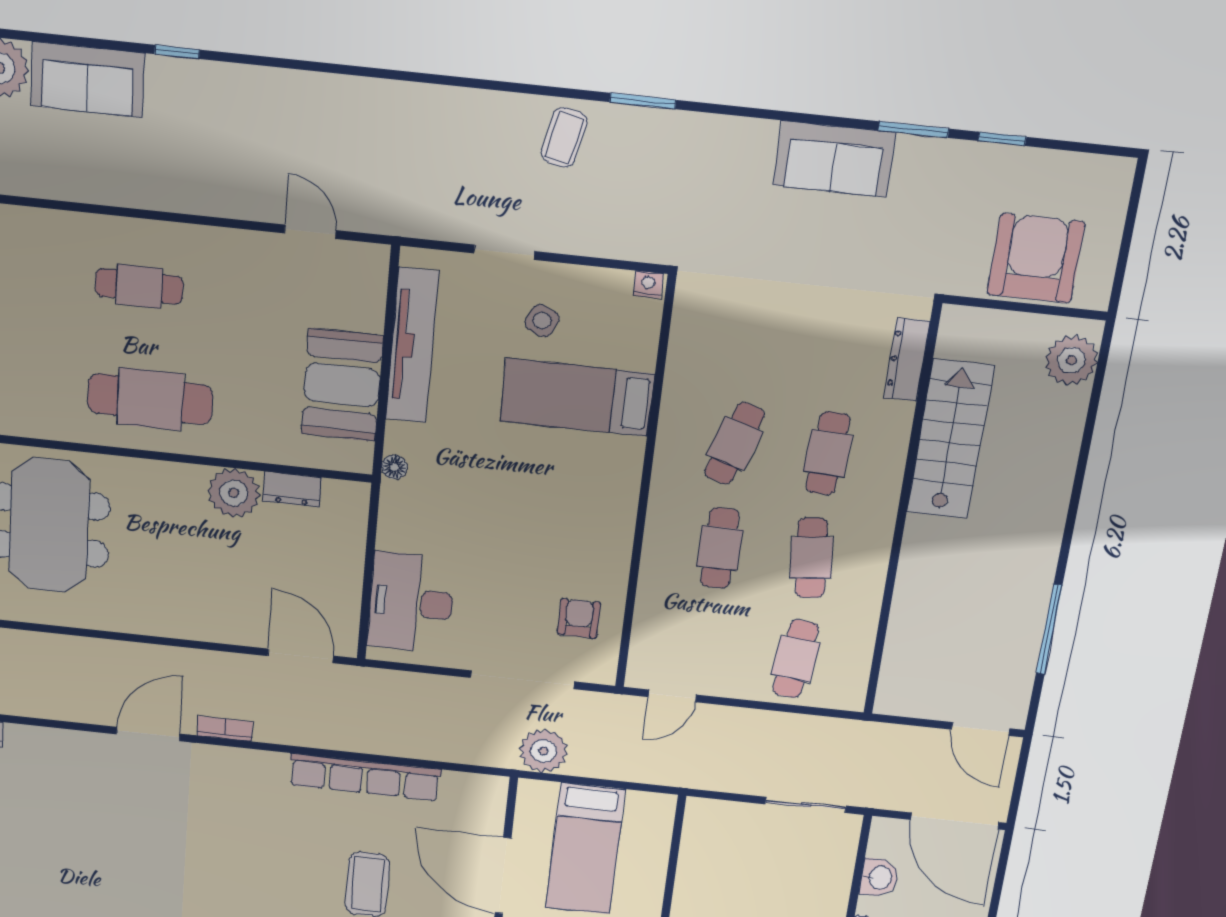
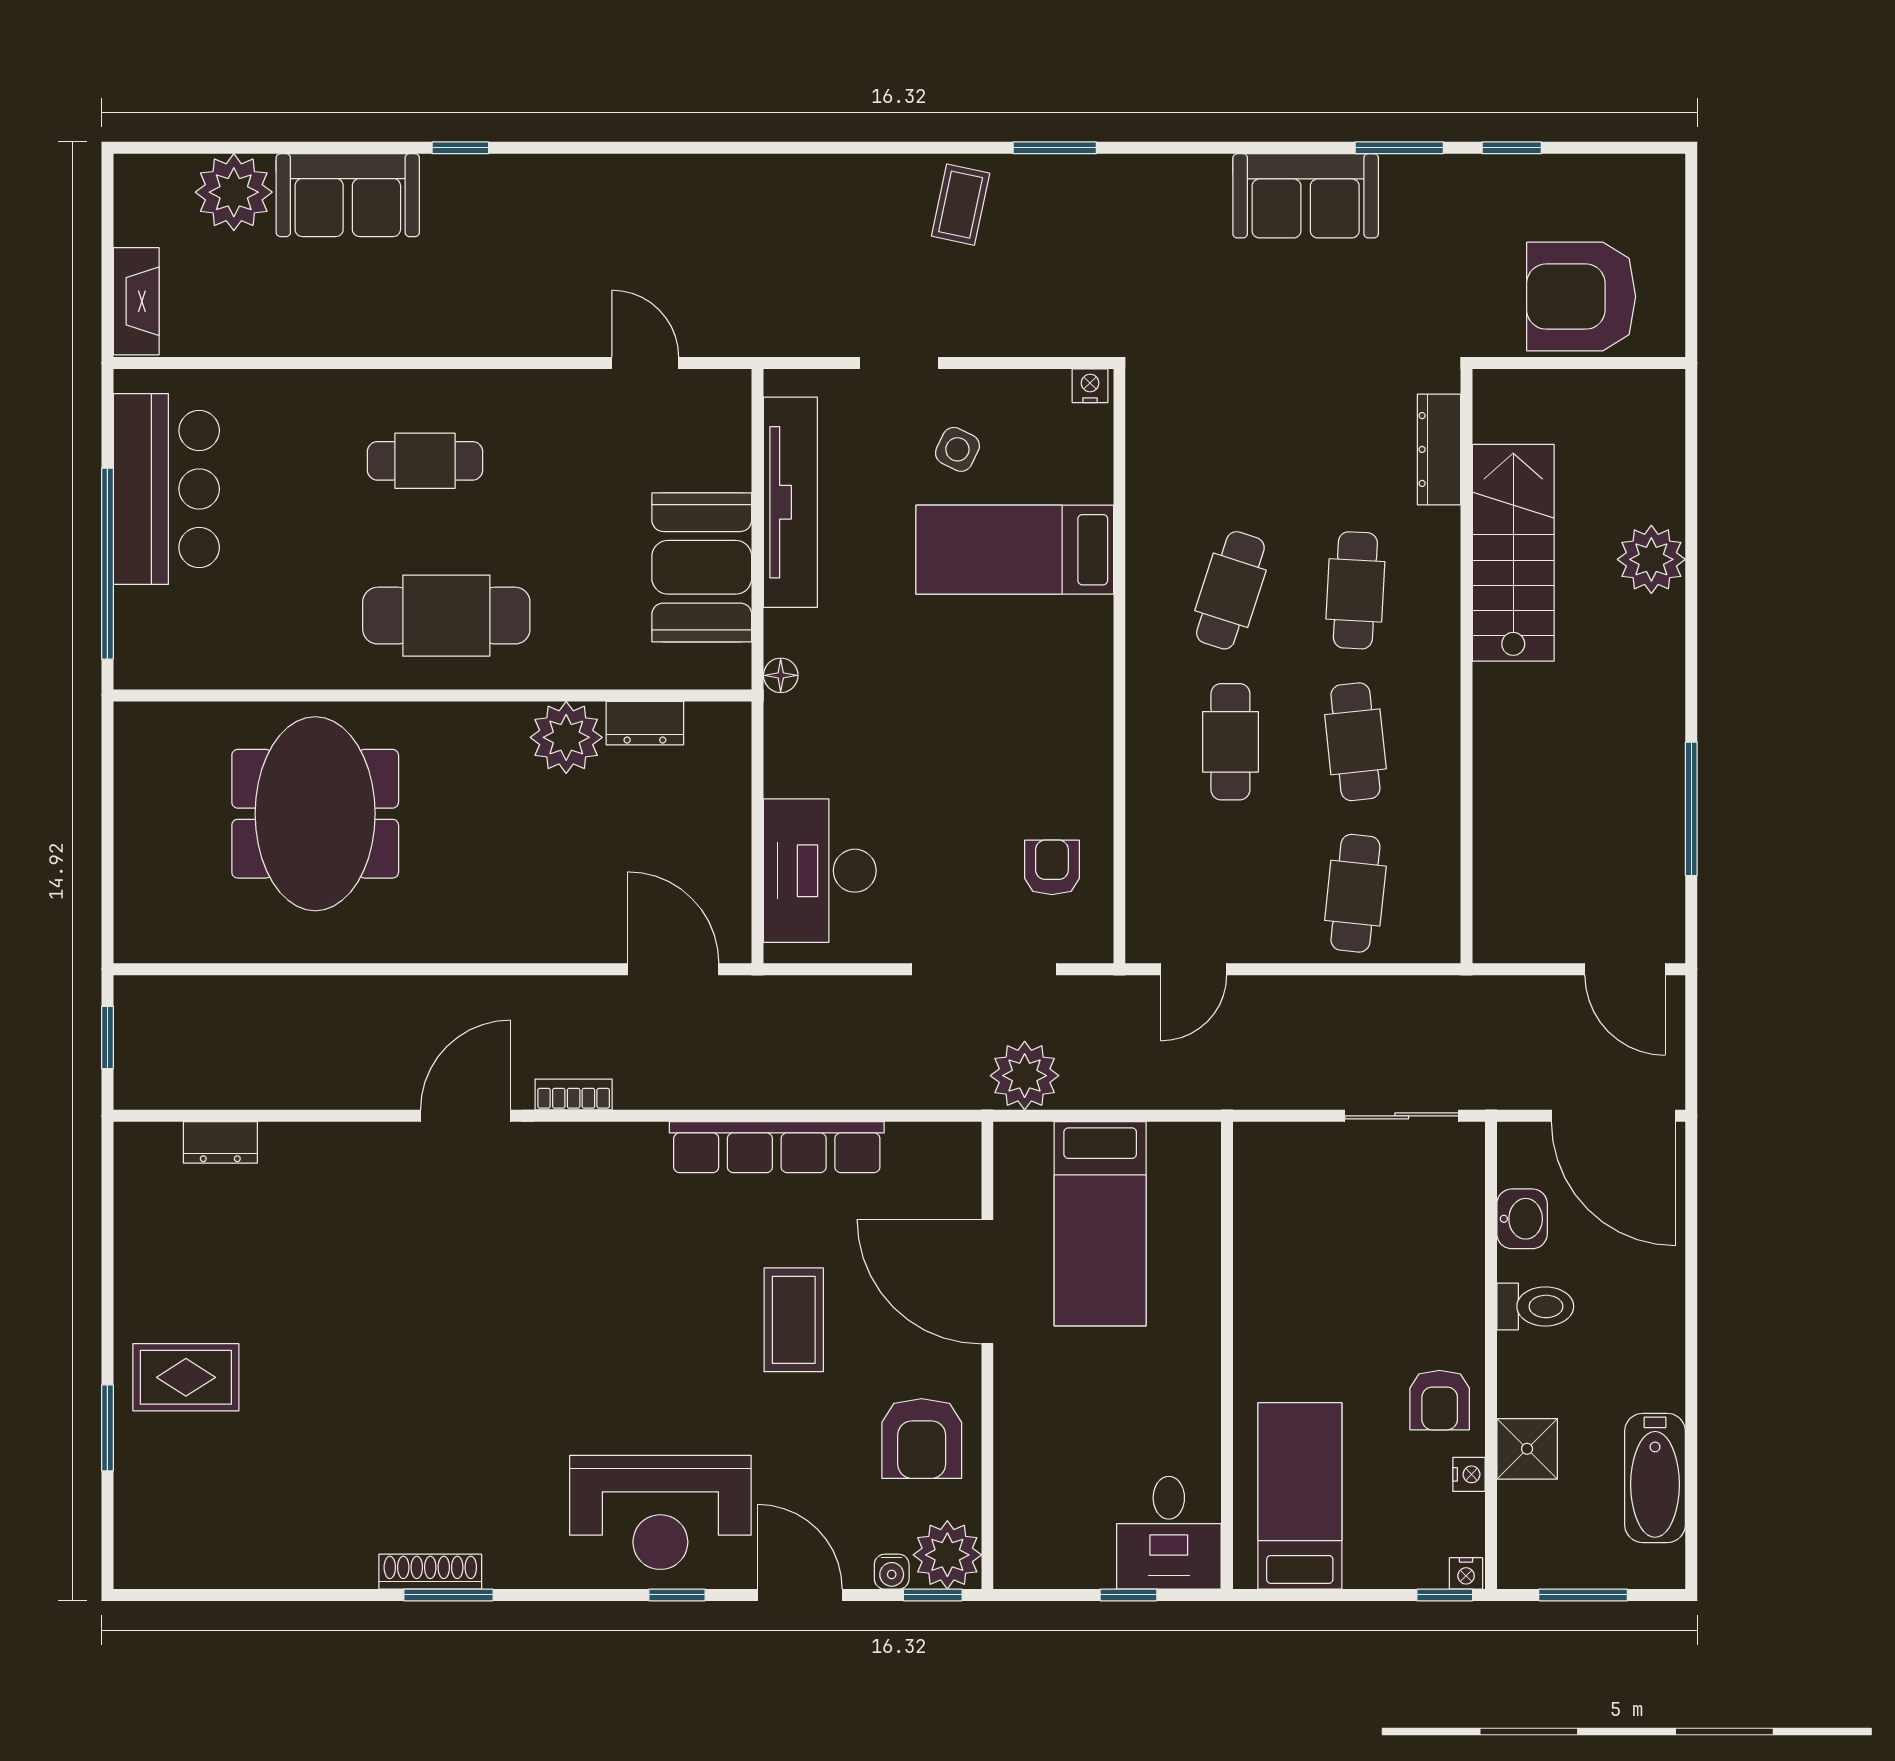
armchair: (1036, 258) -> (1581, 297), turned -90
plant: (1071, 360) -> (1651, 559), moved

